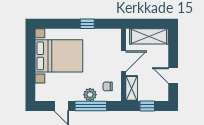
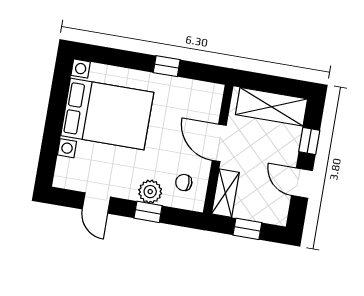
window: (173, 52) -> (309, 141), added
door: (124, 61) -> (219, 143), swing flipped
window: (91, 106) -> (148, 212), width x0.46

